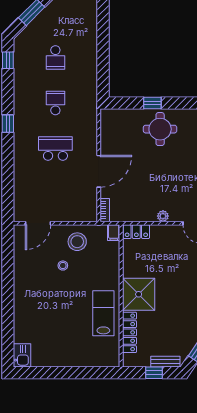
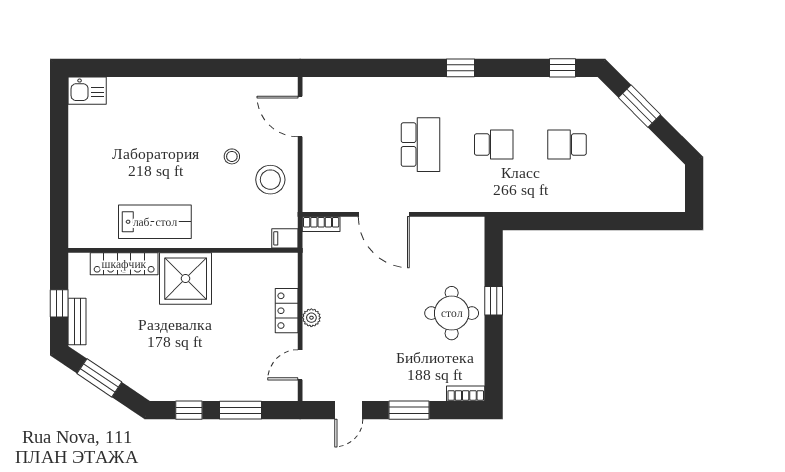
locker: (136, 232) -> (287, 311), moved

